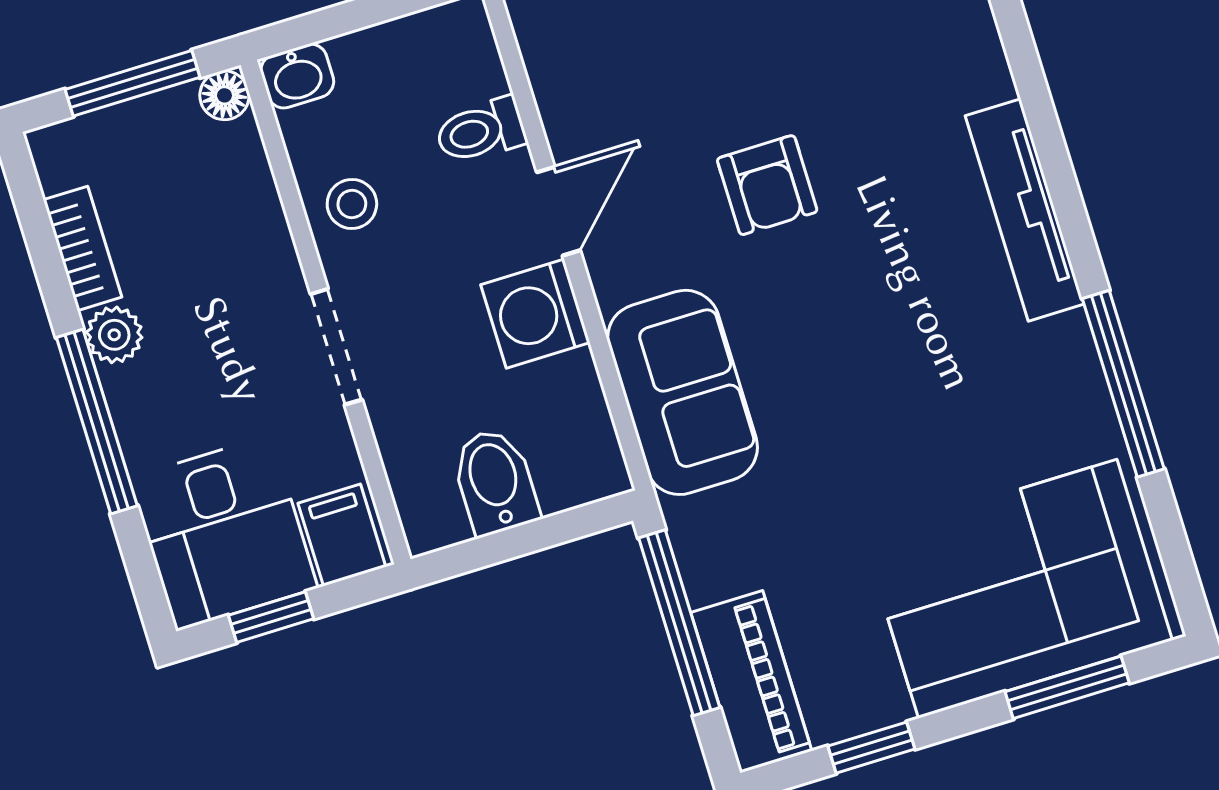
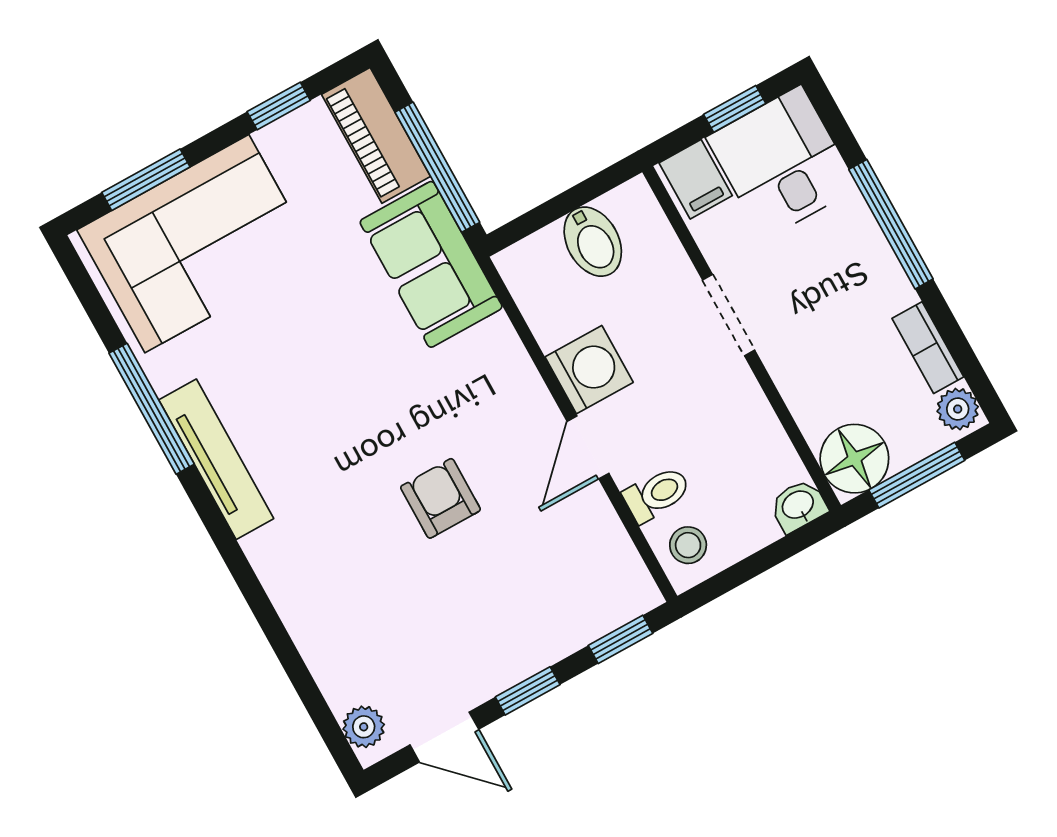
floor lamp: (224, 95) -> (854, 459), width x1.89, depth x1.89
stool: (352, 204) -> (688, 545), moved
tv unit: (1025, 210) -> (216, 459), moved
plant: (114, 335) -> (958, 409), moved
sofa: (683, 392) -> (431, 264), moved

